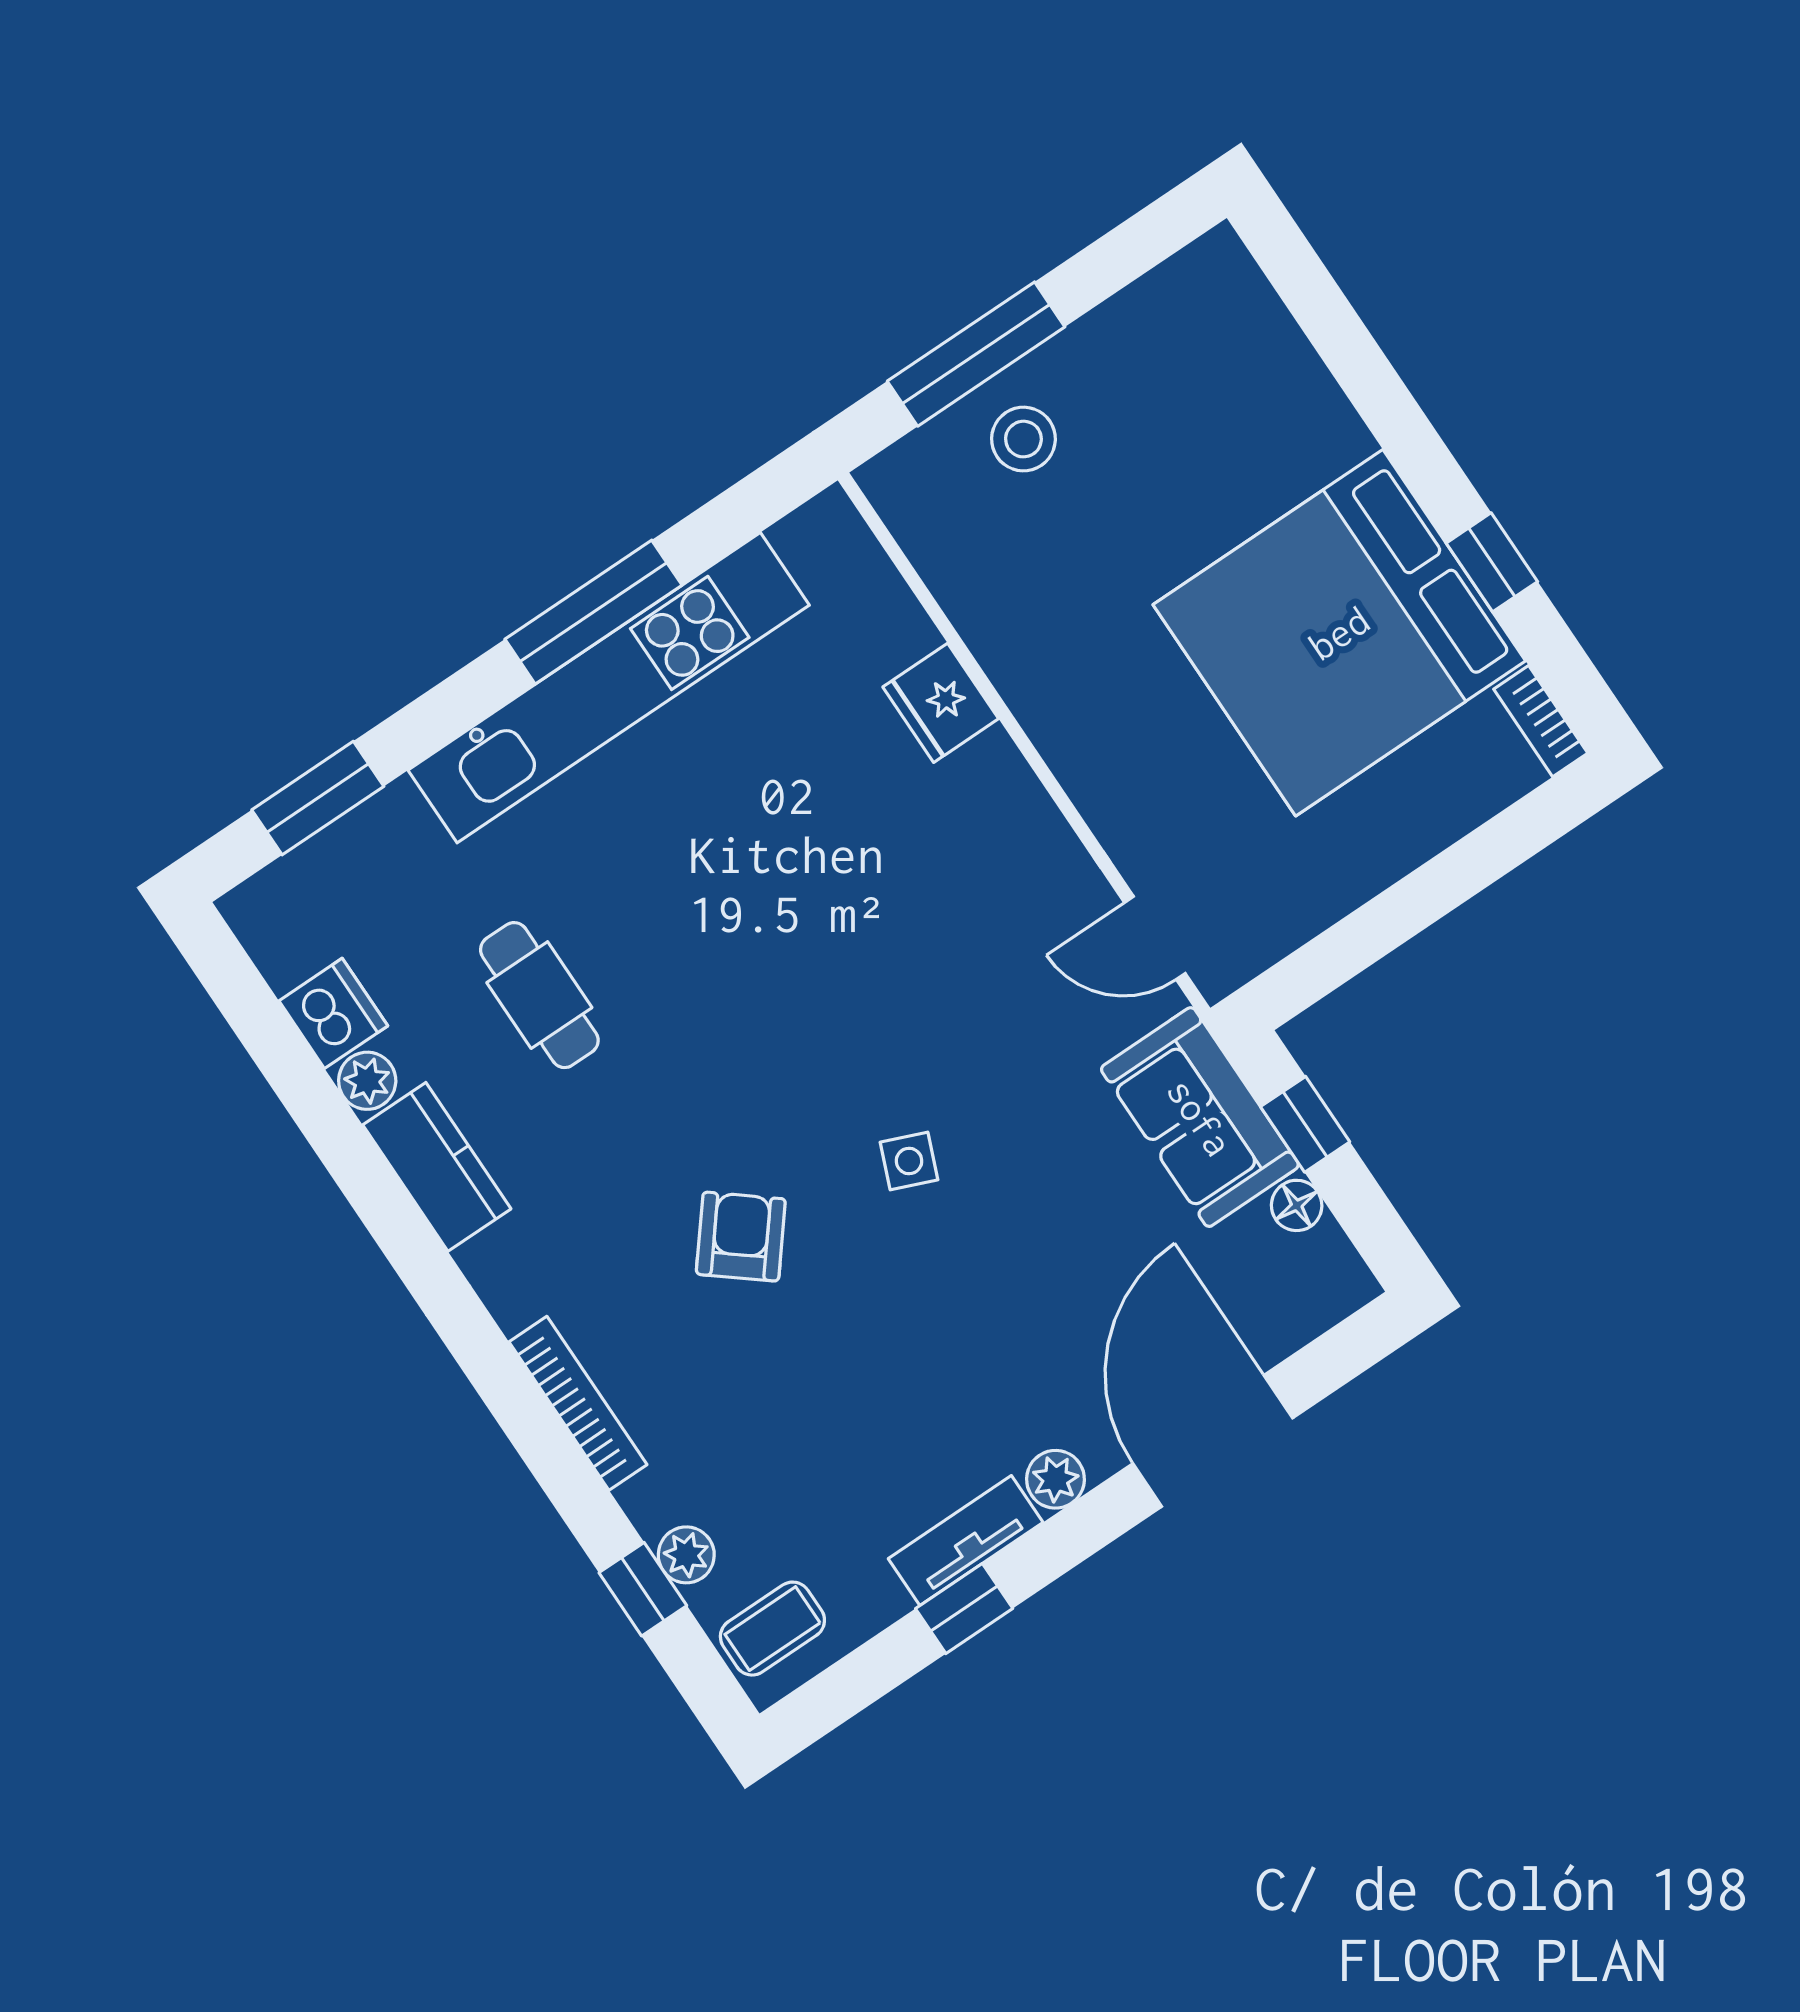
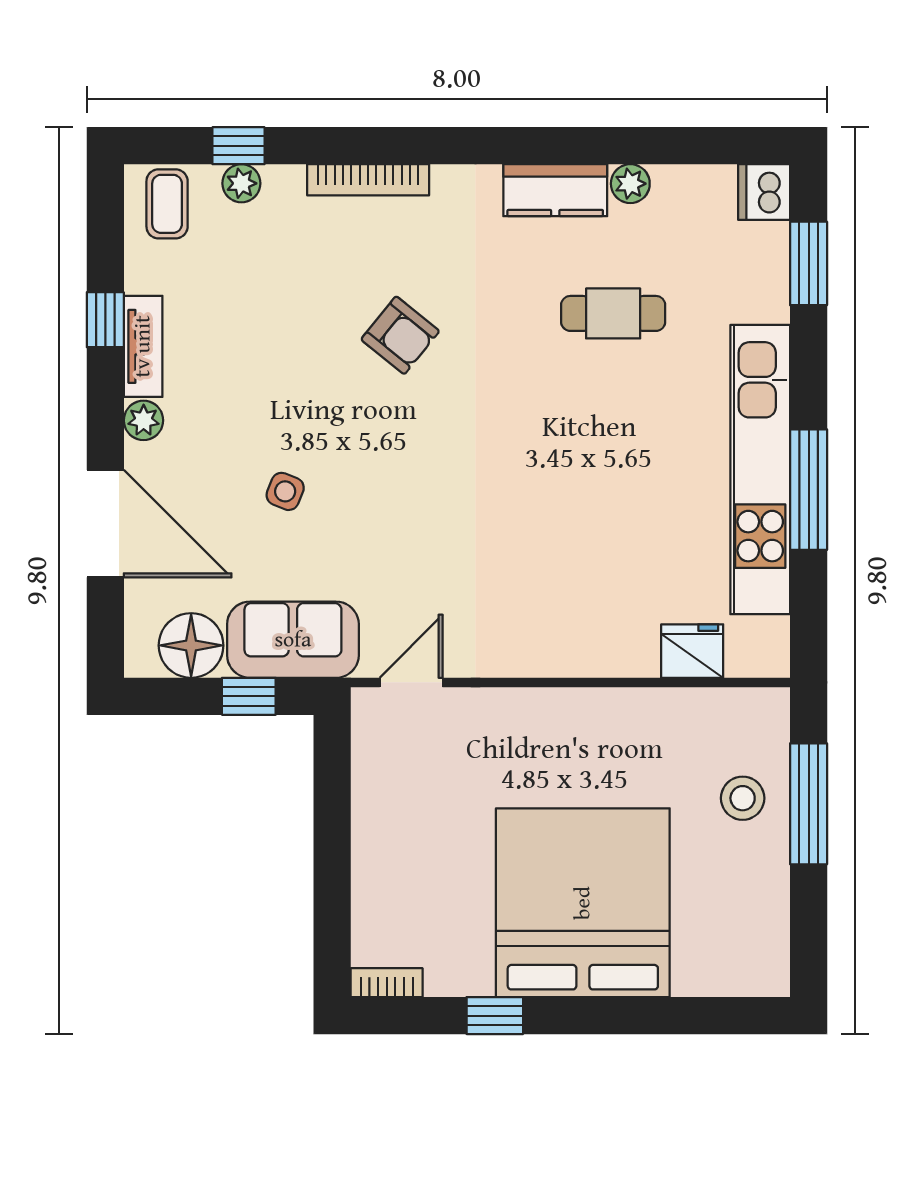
bed: (1339, 633) -> (583, 903), moved
fridge: (941, 703) -> (692, 651), moved
dishwasher: (333, 1013) -> (764, 192), moved, turned 90
side table: (909, 1161) -> (285, 491), moved
floor lamp: (1297, 1205) -> (191, 645), width x1.89, depth x1.89

